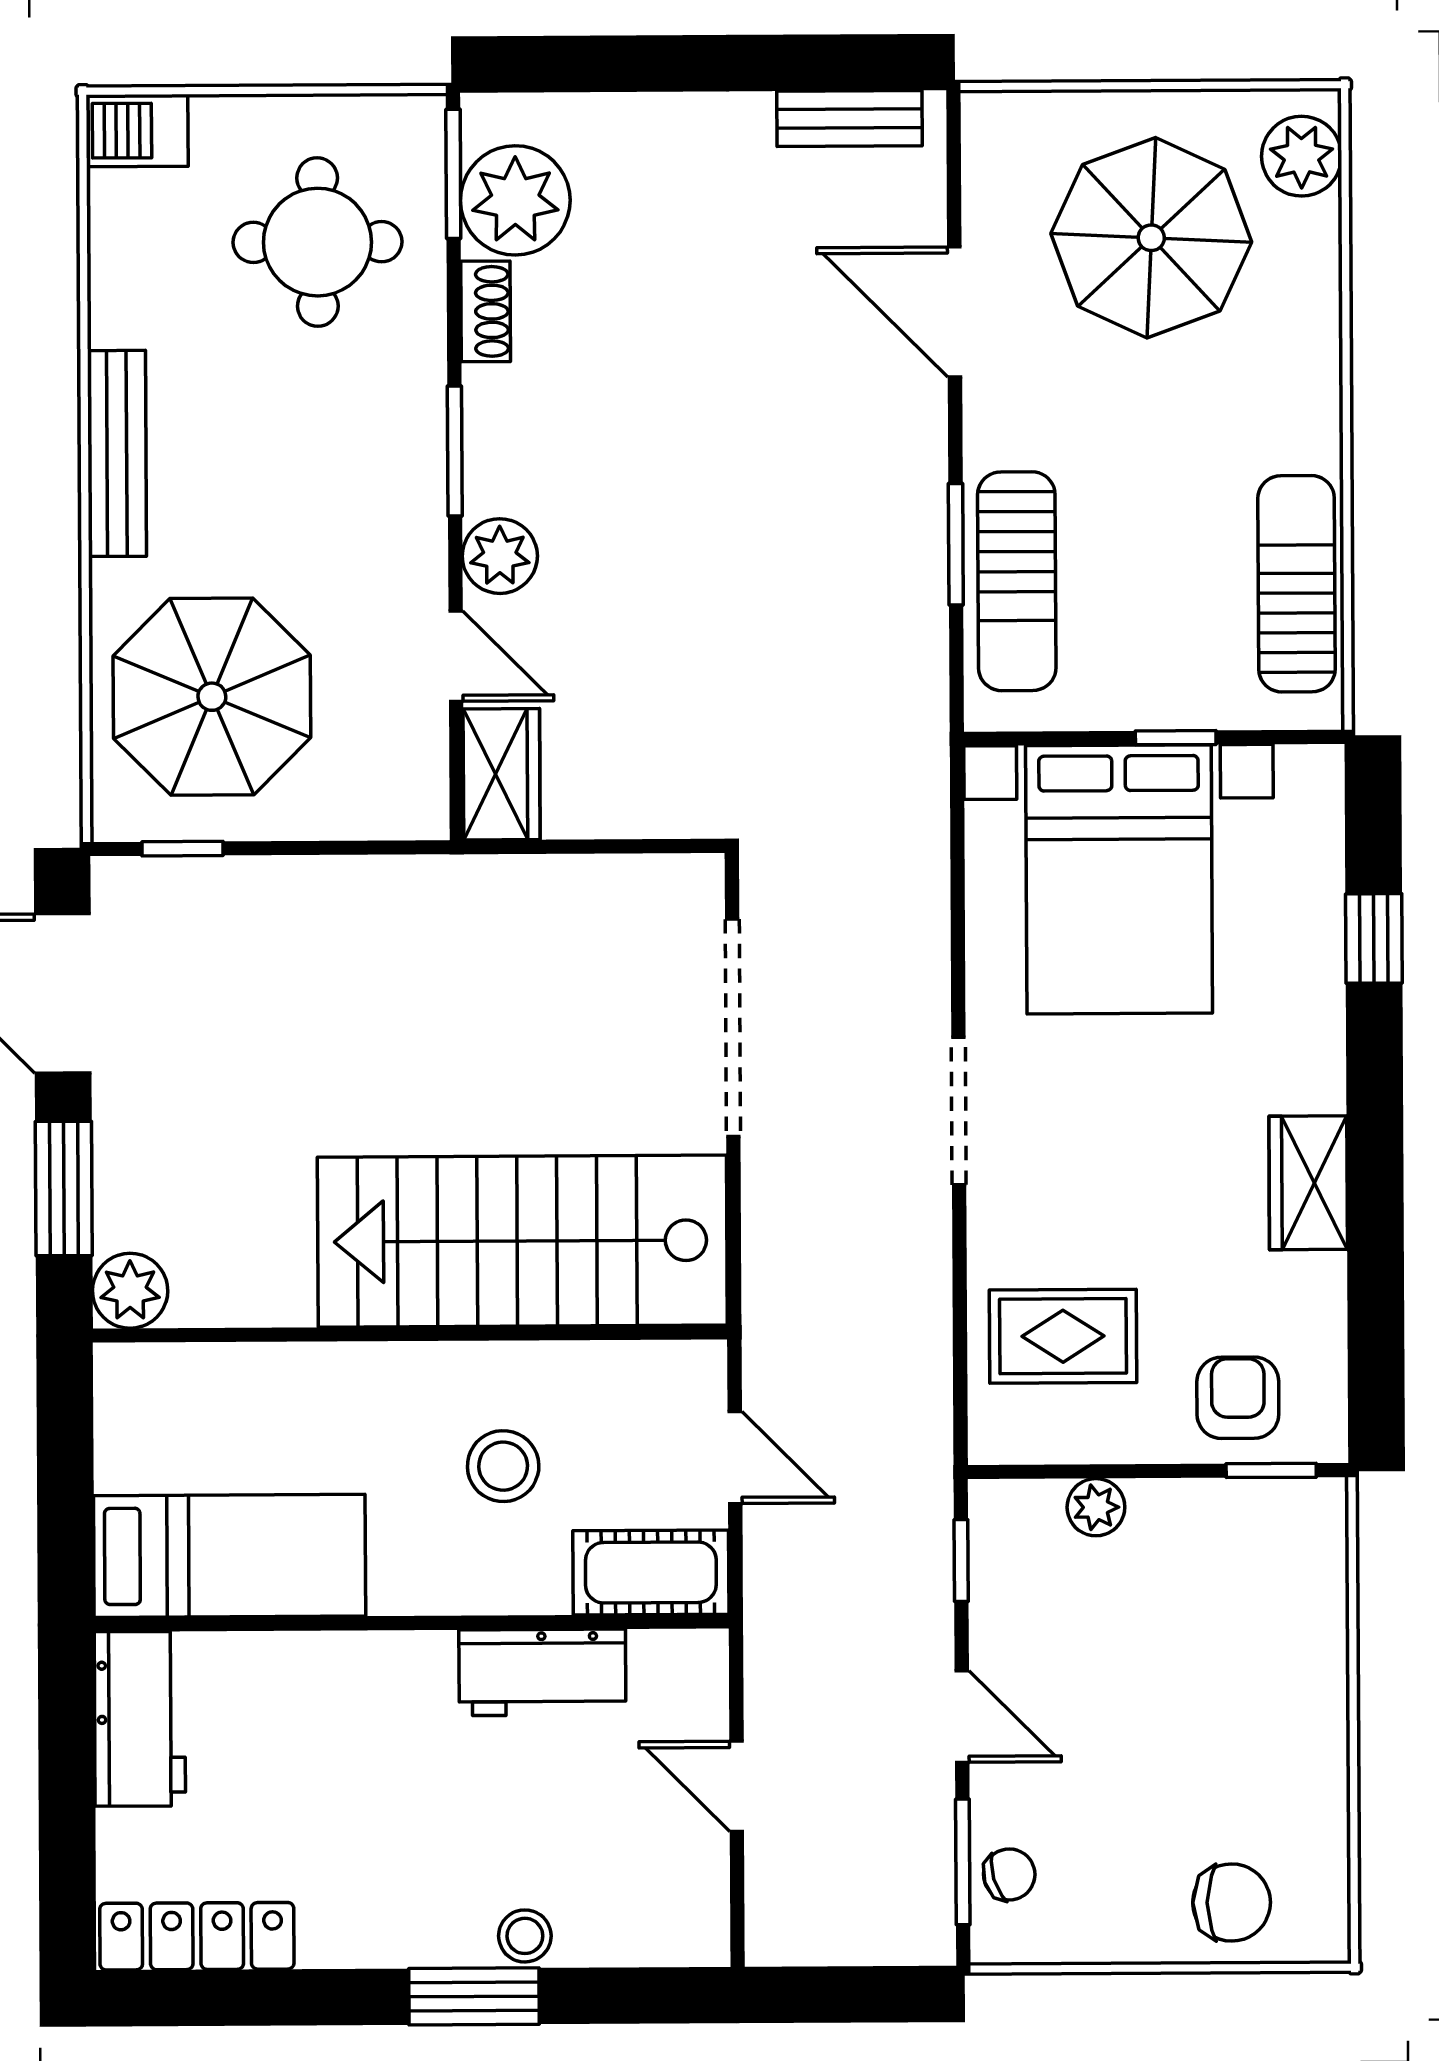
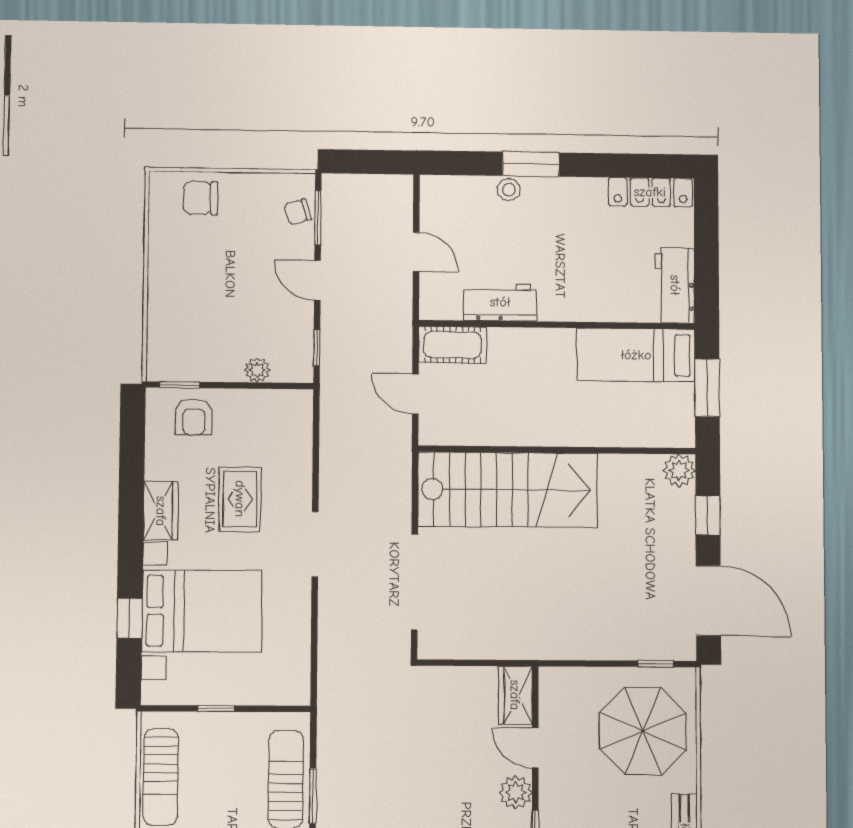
bed with nightstands: (1119, 879) -> (202, 611), moved, turned 90
window: (64, 1189) -> (708, 515), width x0.67
rug: (1063, 1336) -> (240, 499), moved, turned 90
stool: (503, 1466) -> (517, 392), removed
window: (65, 1482) -> (707, 388), added

